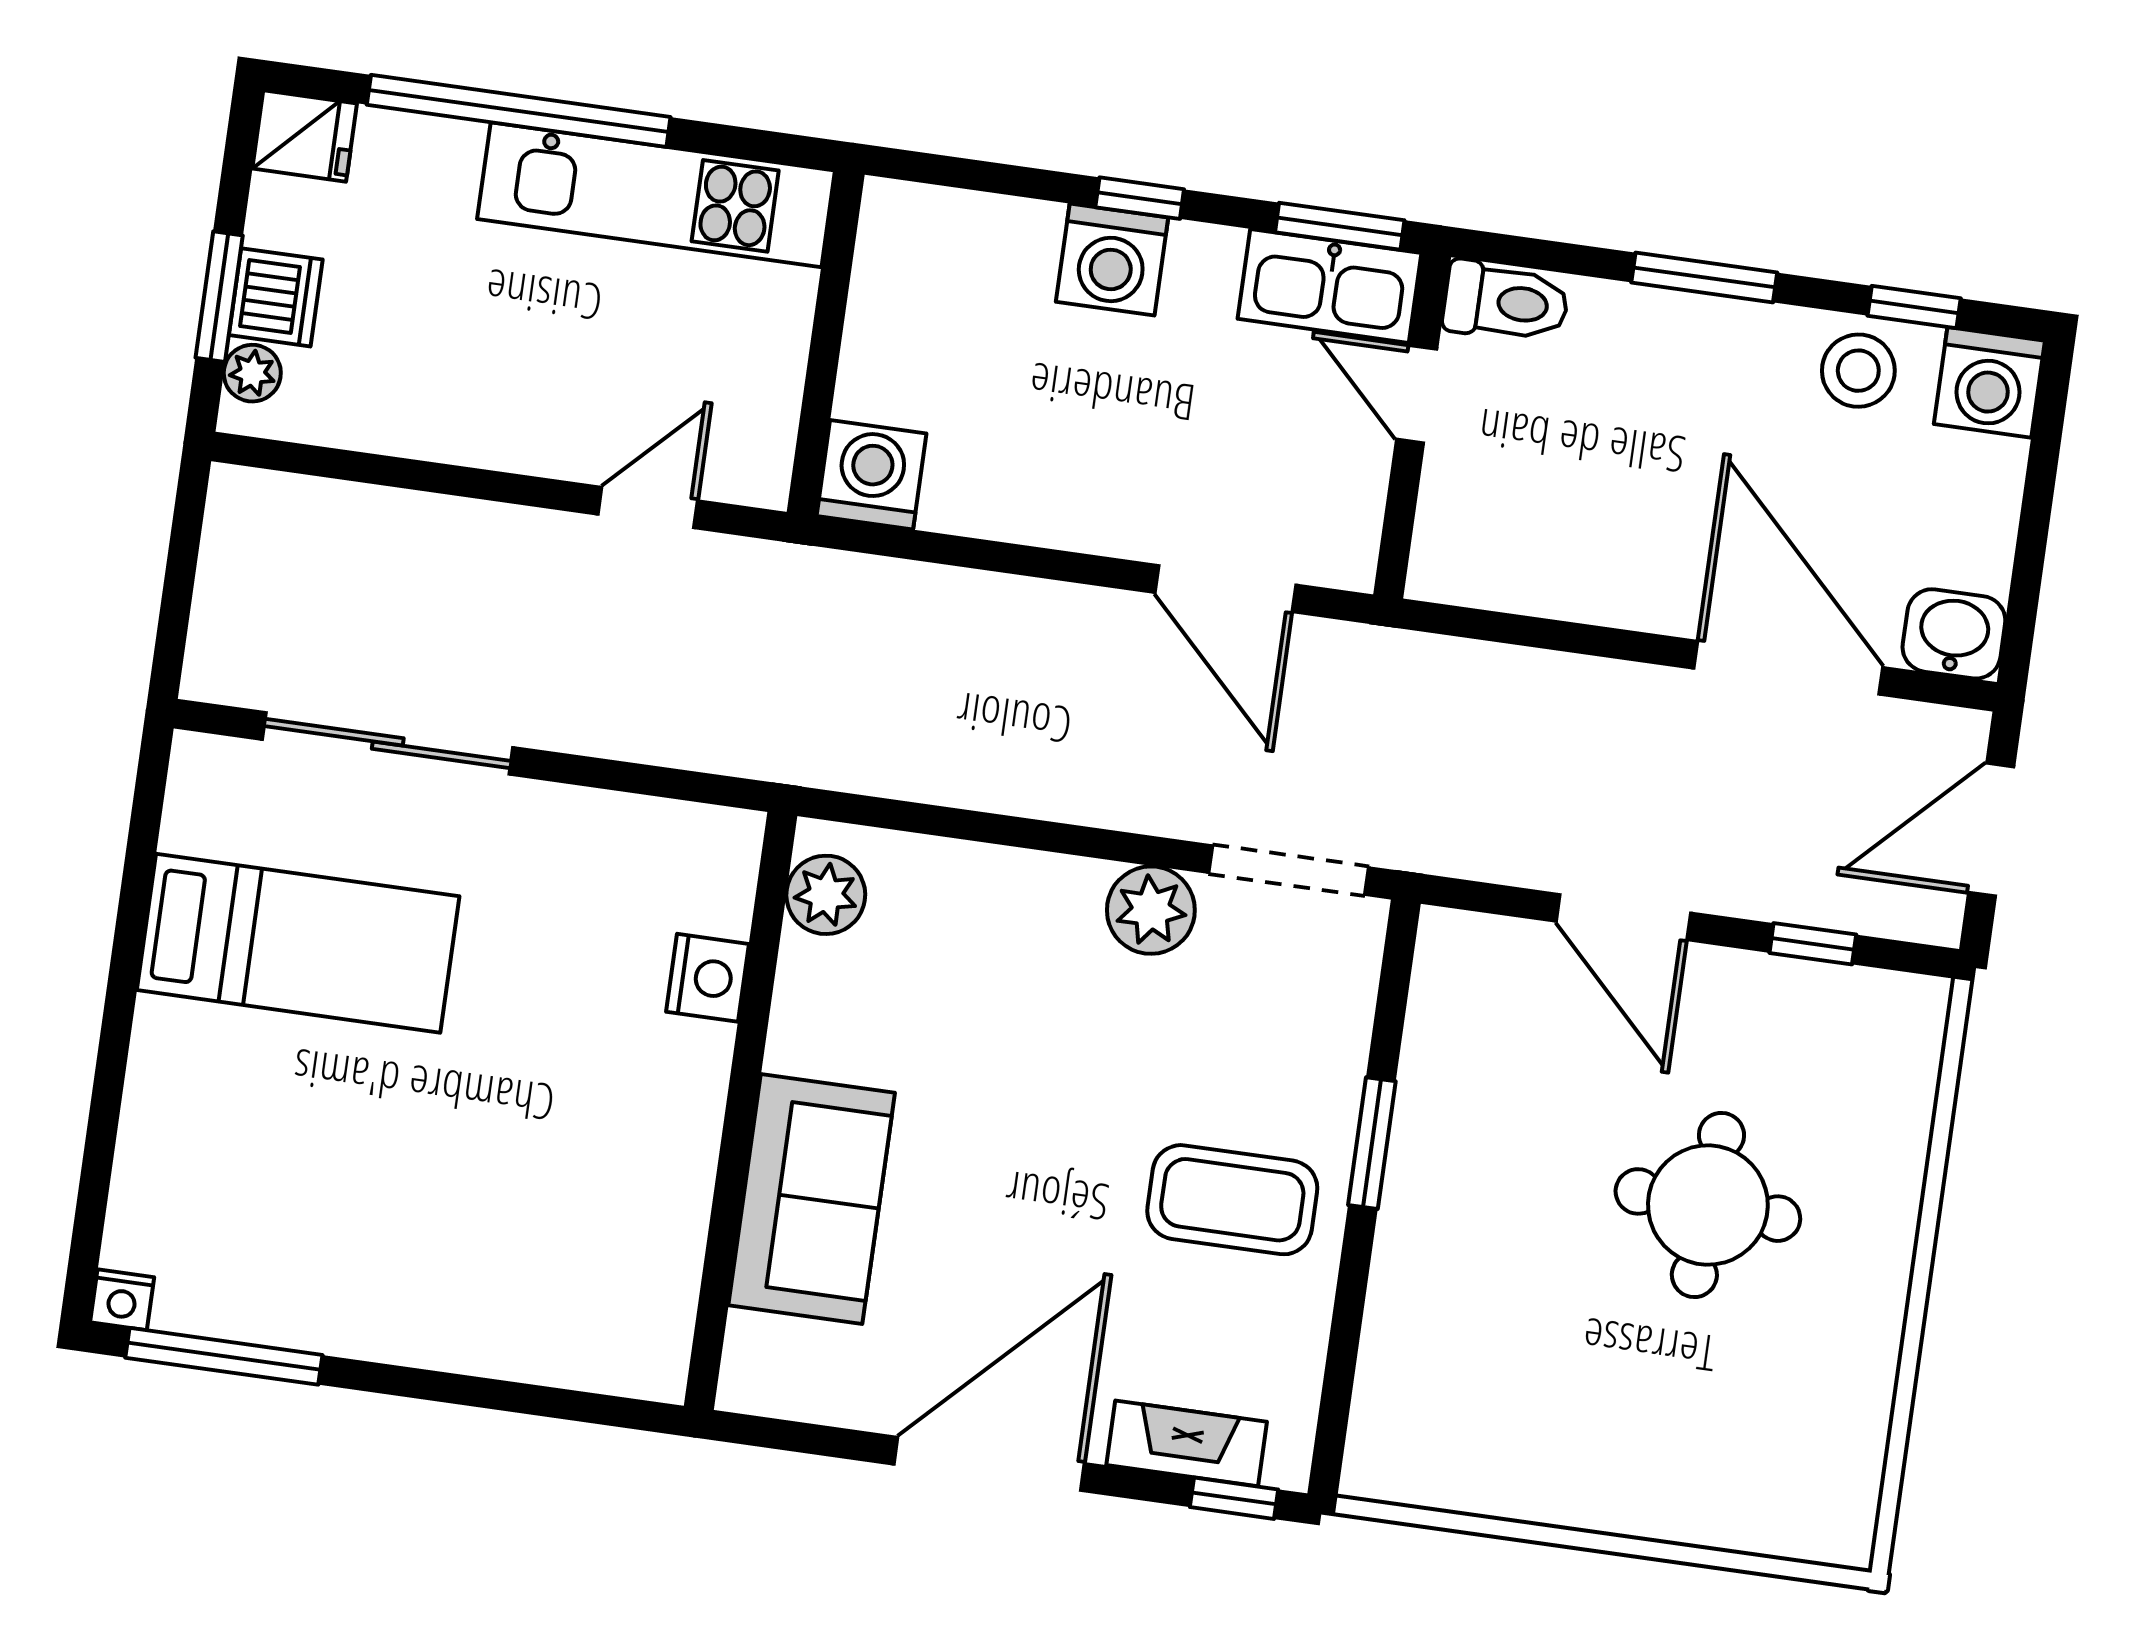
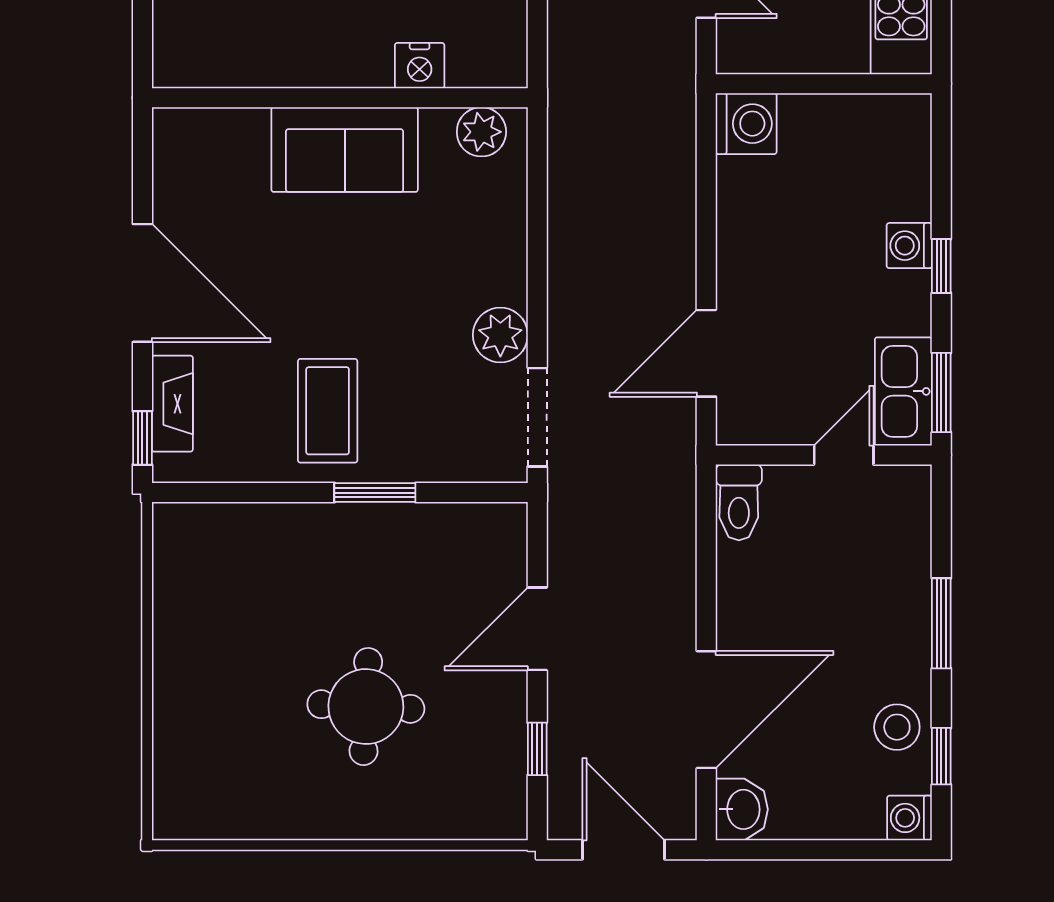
washing machine: (1112, 260) -> (909, 246), width x0.73, depth x0.73
toilet: (1506, 302) -> (739, 502), moved
washing machine: (1989, 382) -> (910, 818), width x0.73, depth x0.73
sofa: (812, 1199) -> (345, 150), moved

